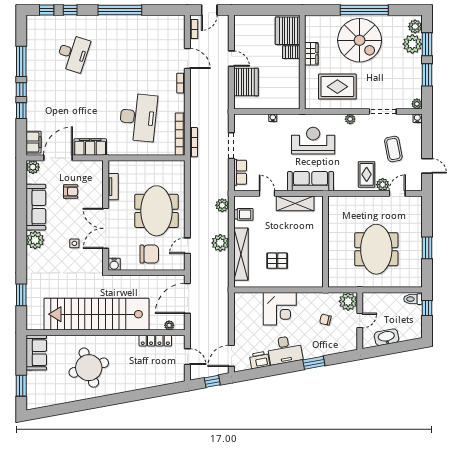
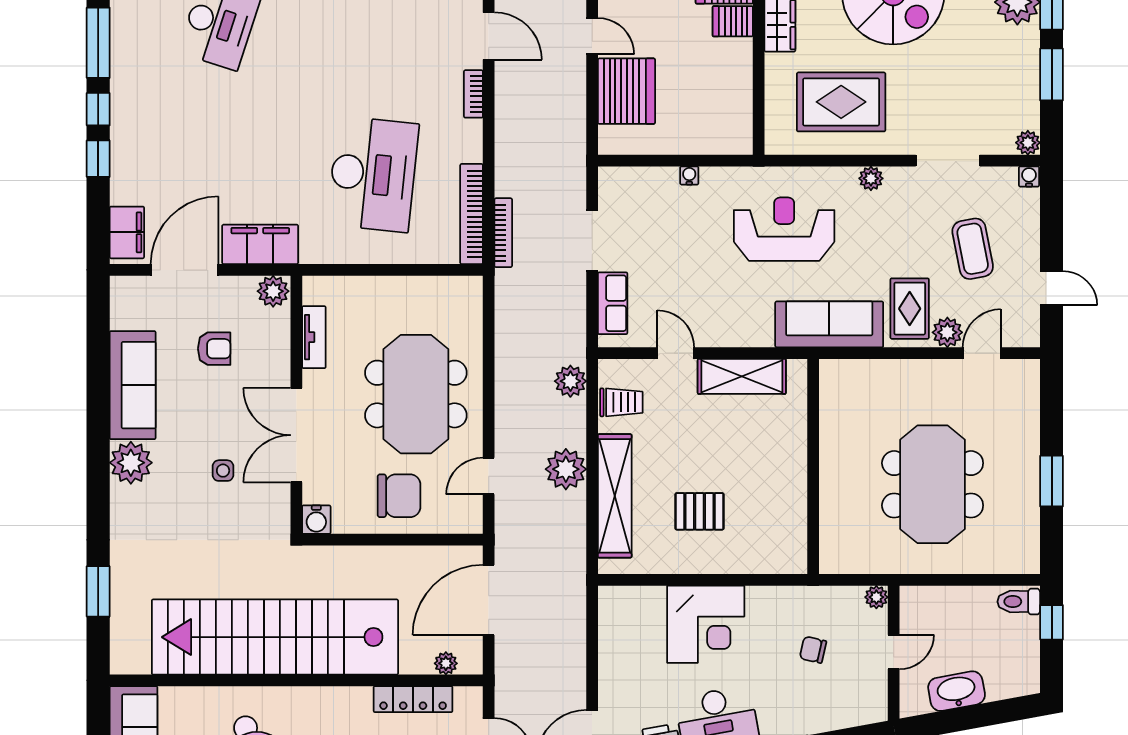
plant: (33, 167) -> (273, 291), moved
sofa: (311, 181) -> (829, 324), moved
plant: (348, 301) -> (876, 597), width x0.53, depth x0.53

